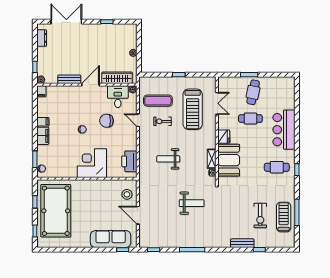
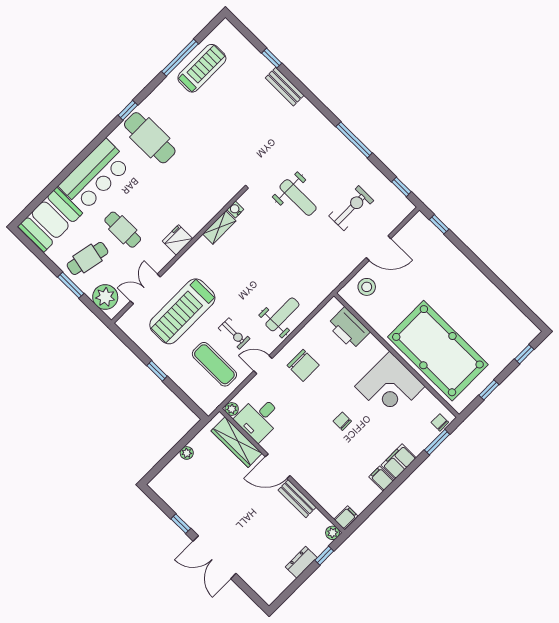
double door: (66, 22) -> (215, 557), moved
dresser: (42, 38) -> (301, 562), moved
plant: (230, 84) -> (105, 297), added
treadmill: (193, 109) -> (182, 311), turned 180
door: (138, 120) -> (263, 365), swing flipped
chair: (106, 121) -> (303, 365), moved
weight bench: (168, 159) -> (282, 314), moved, turned -90
booth: (229, 160) -> (50, 220), moved
printer: (129, 161) -> (349, 328), moved, turned 90
corner desk: (92, 163) -> (390, 386), moved
cafe table: (277, 167) -> (150, 138), width x1.37, depth x1.35
weight bench: (192, 203) -> (298, 197), turned 180
pool table: (56, 211) -> (438, 351), moved, turned 90
door: (138, 215) -> (379, 248), hinge flipped
exercise bike: (260, 215) -> (351, 208), moved
treadmill: (284, 217) -> (202, 68), turned 180
sofa: (111, 239) -> (441, 252), removed

